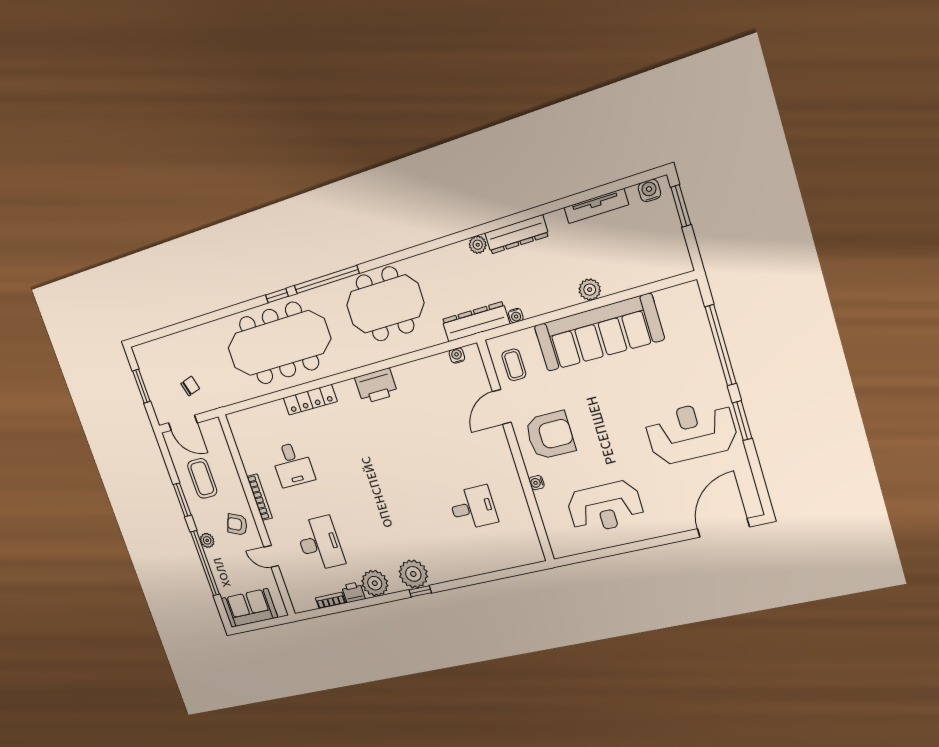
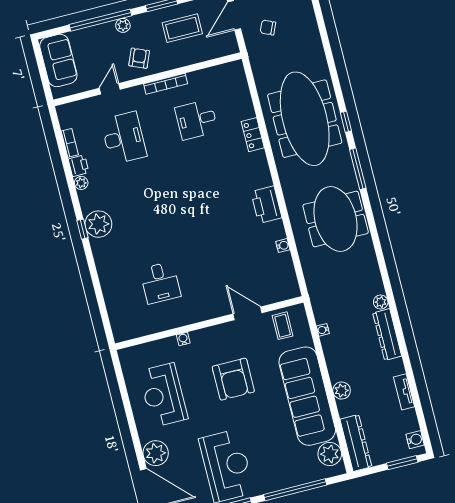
tv unit: (596, 206) -> (404, 392), width x0.71
window: (327, 280) -> (358, 169), width x0.68
plant: (672, 302) -> (330, 454), added
dresser: (476, 322) -> (356, 443), moved
water cooler: (457, 355) -> (283, 246), moved
coffee table: (514, 365) -> (283, 326), turned 90
chair: (190, 386) -> (268, 28), turned 130
locker: (310, 400) -> (253, 135), width x0.66
armchair: (550, 435) -> (233, 379), moved
plant: (678, 518) -> (156, 453), added
desk: (320, 543) -> (124, 138), turned -90
plant: (375, 583) -> (81, 183), width x0.53, depth x0.53

